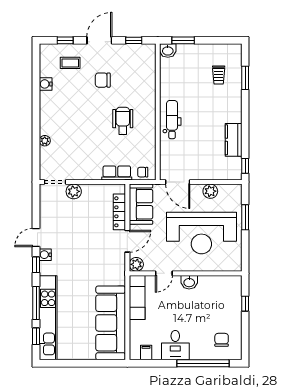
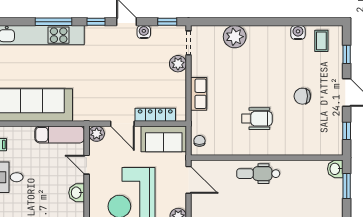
coffee table: (70, 63) -> (321, 41), moved
chair: (103, 80) -> (302, 96), turned -90
dental chair: (172, 120) -> (258, 174), turned 180
plant: (45, 141) -> (235, 37), width x1.88, depth x1.88
row of seats: (117, 173) -> (199, 94), moved
door: (178, 182) -> (189, 180), swing flipped
water cooler: (45, 255) -> (144, 32), moved
window: (36, 336) -> (167, 22), moved

